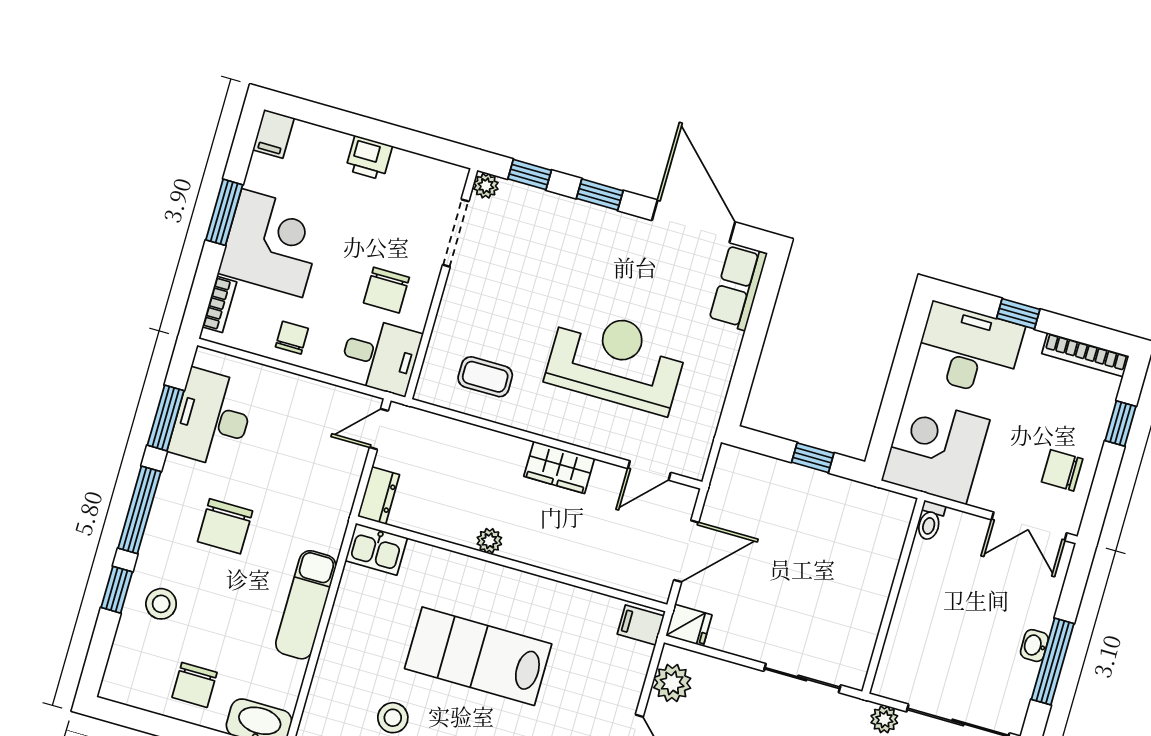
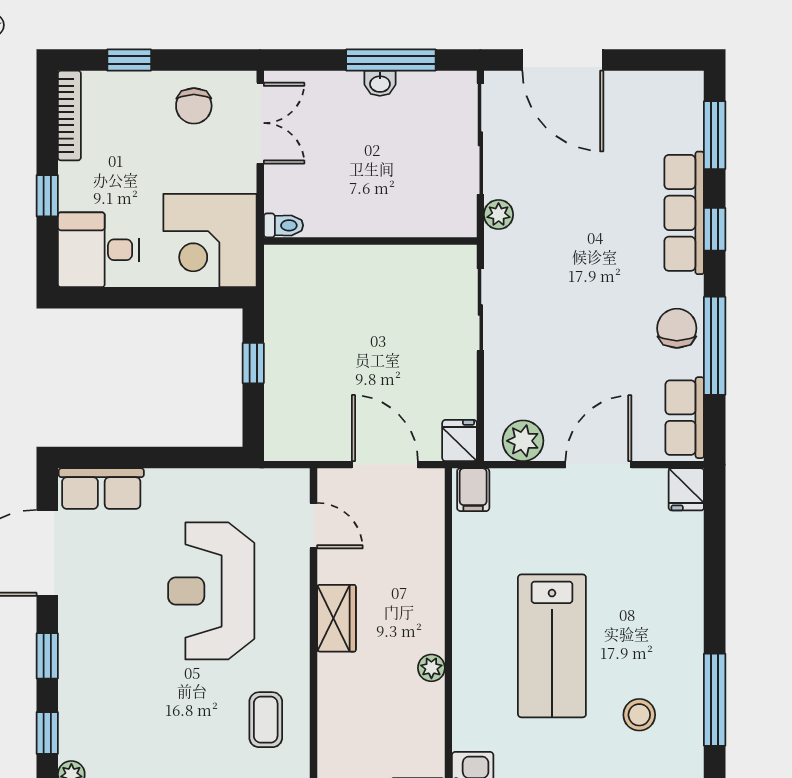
desk: (969, 350) -> (98, 250), width x0.73

